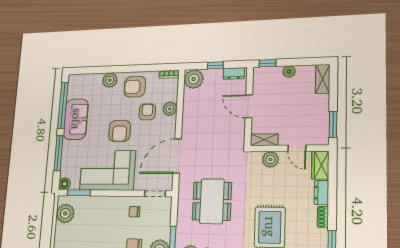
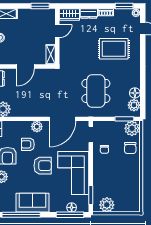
plant: (170, 109) -> (37, 127), moved
window: (59, 153) -> (70, 215), moved
door: (177, 156) -> (62, 119), hinge flipped
plant: (270, 159) -> (65, 50), removed
floor lamp: (65, 184) -> (72, 207), moved
dining table: (212, 201) -> (96, 91), turned 90

